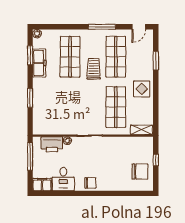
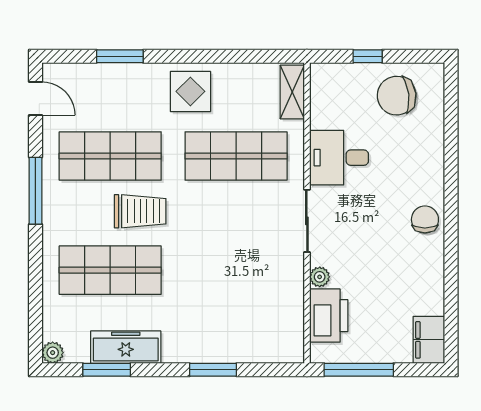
trolley: (94, 69) -> (140, 211), turned 180
chair: (140, 172) -> (397, 96), turned -97
desk: (63, 179) -> (339, 158), moved, turned 180

